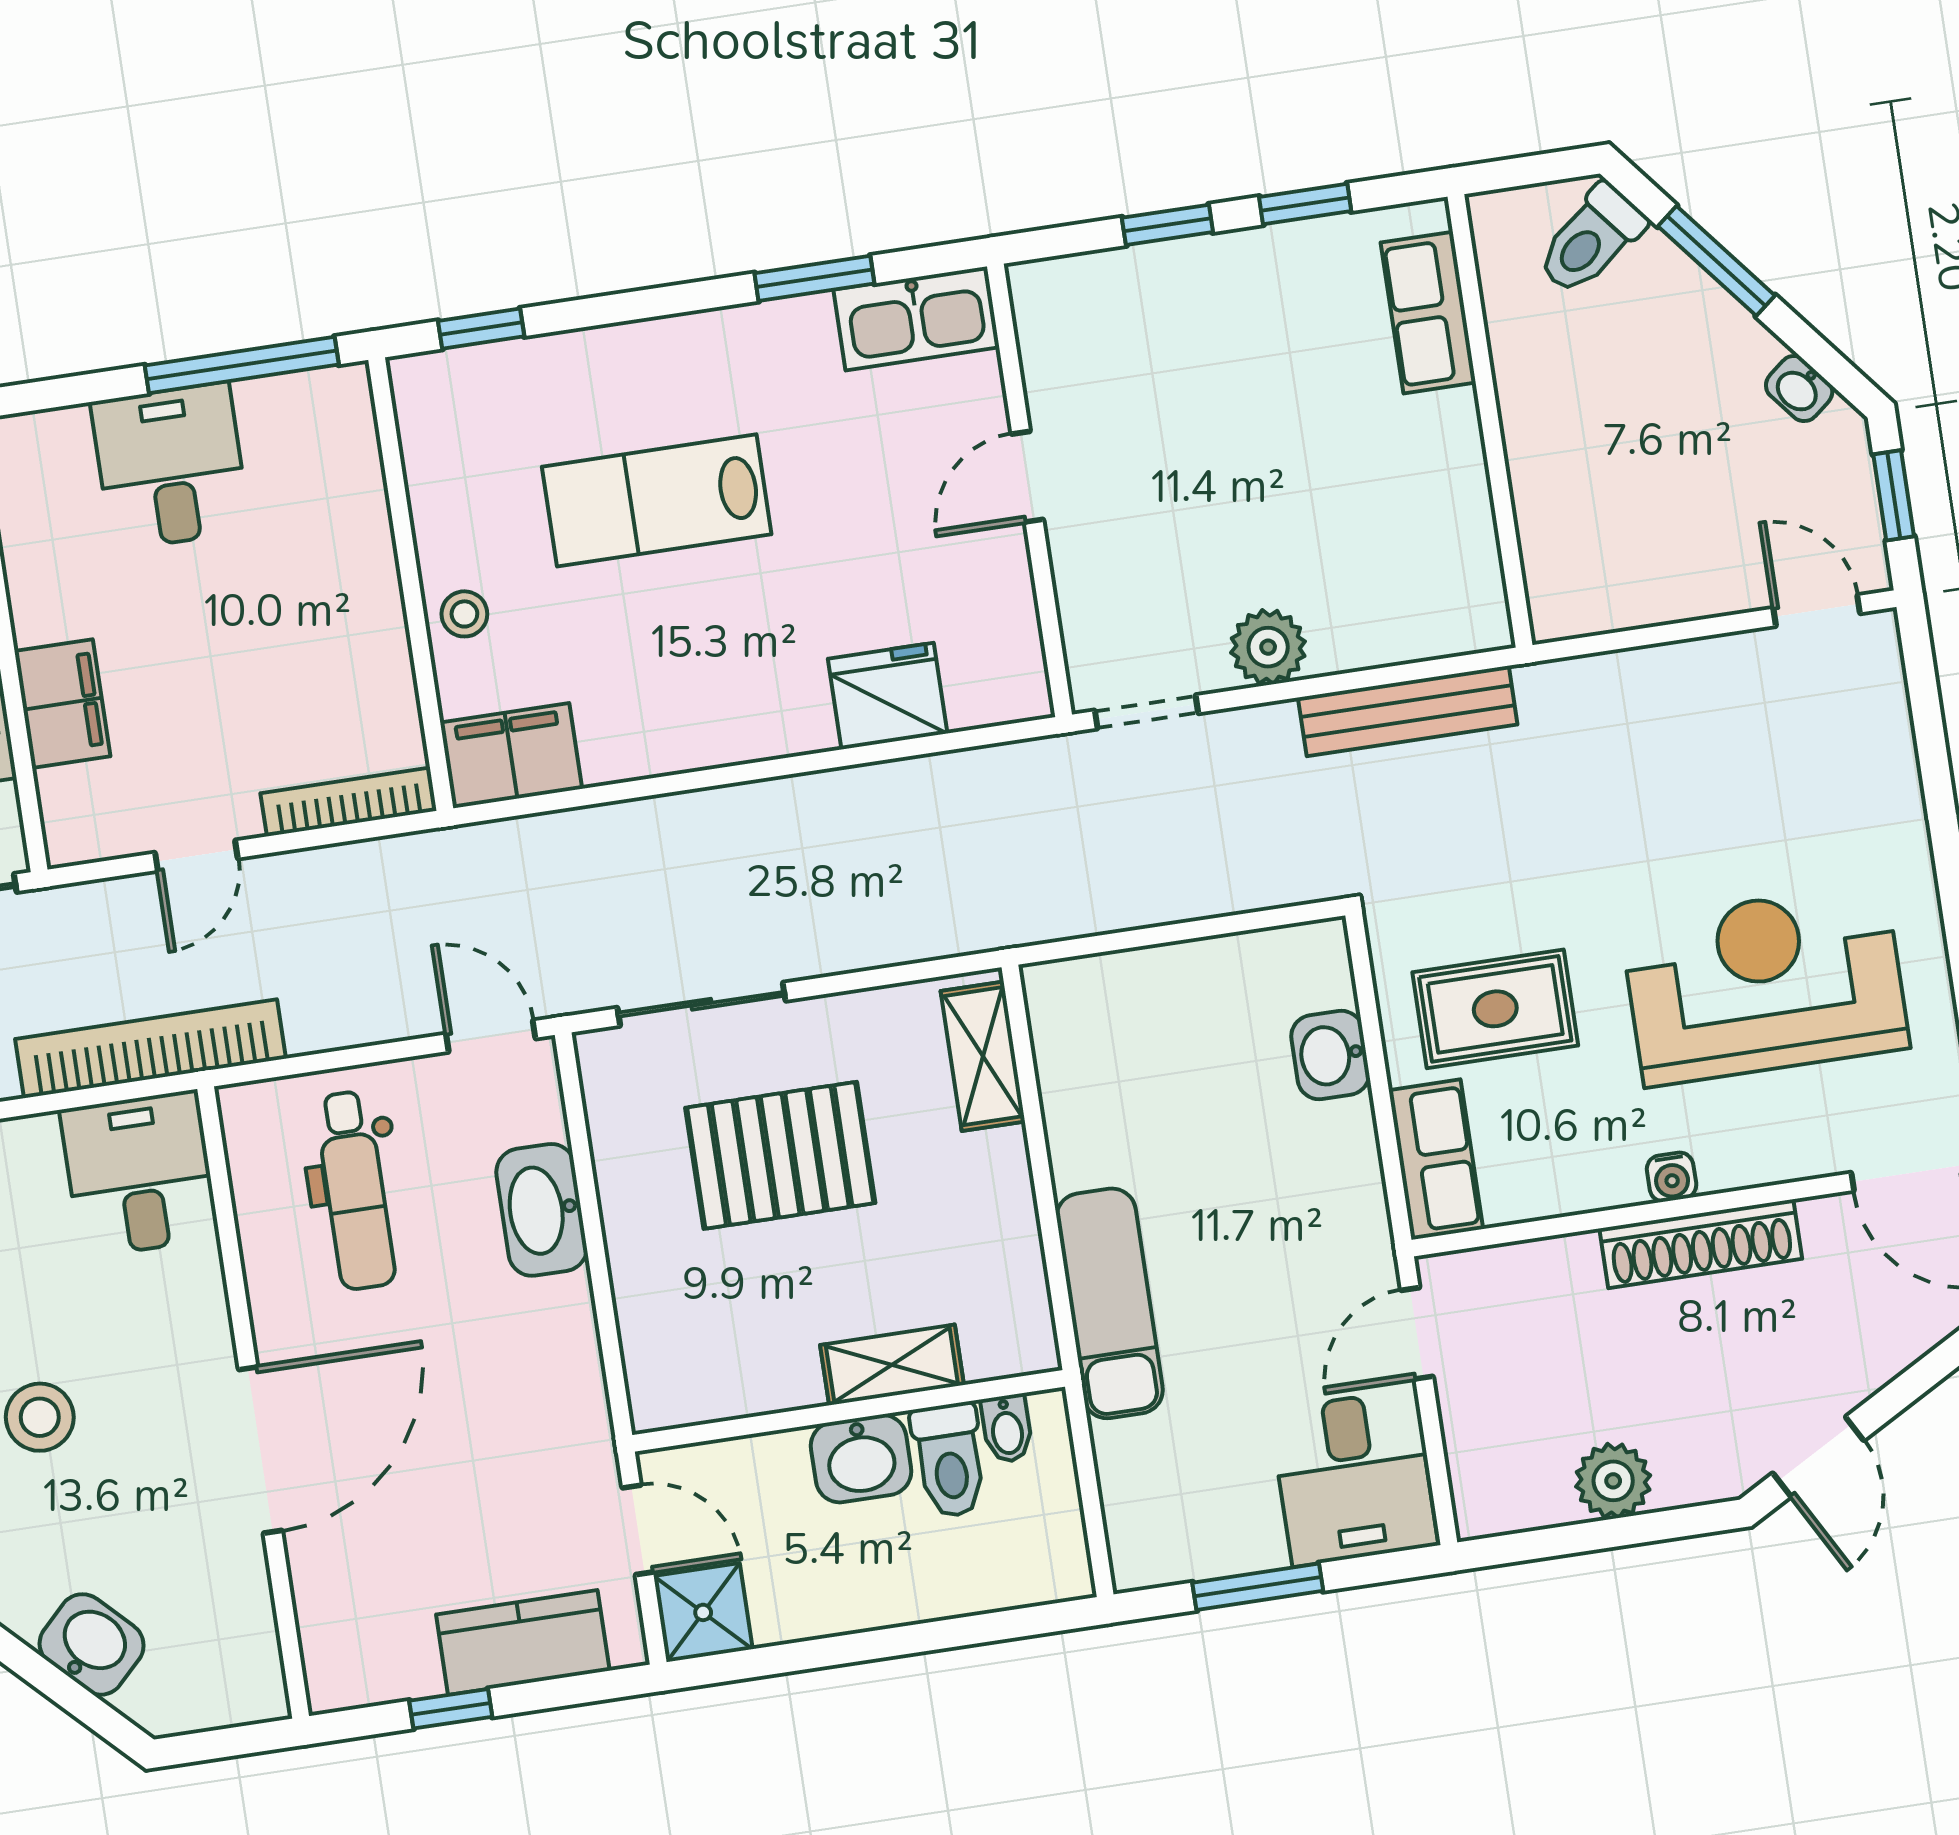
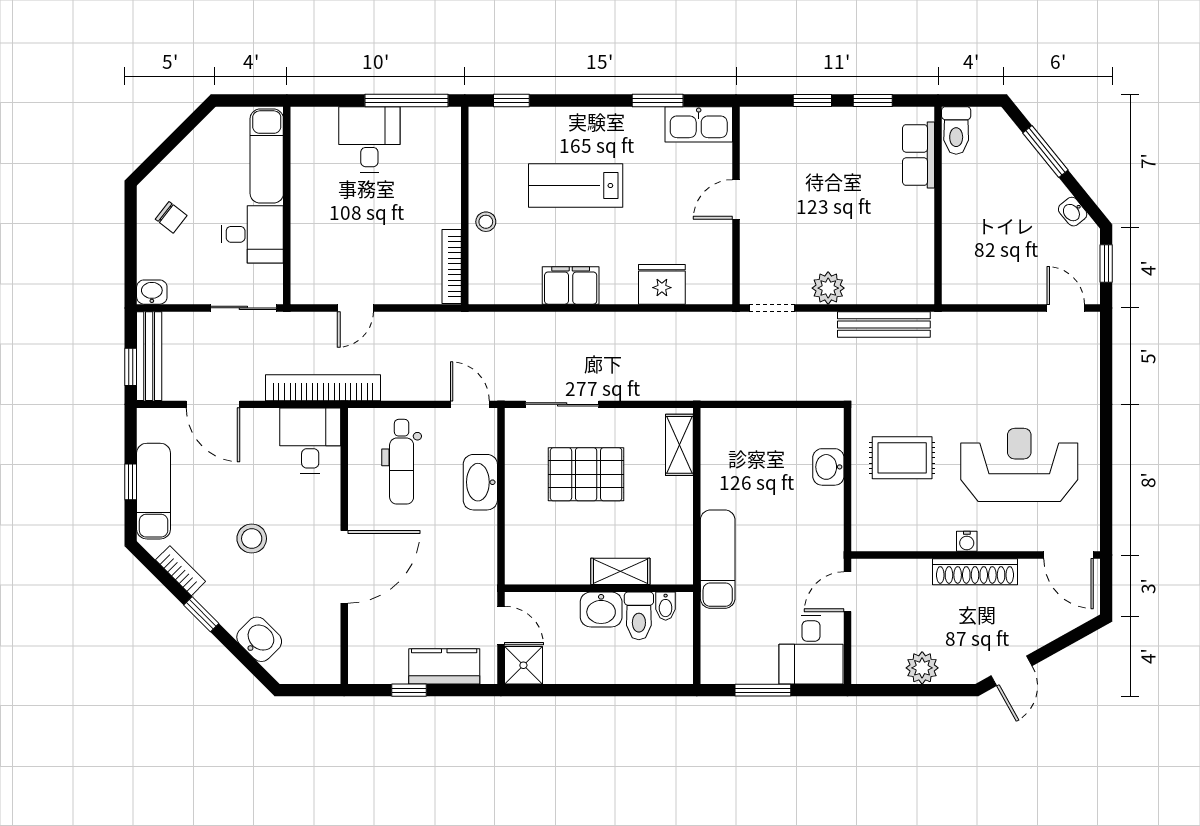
toilet: (1591, 240) -> (956, 130), moved, turned -51
filing cabinet: (62, 704) -> (308, 234), removed
filing cabinet: (511, 756) -> (571, 285), moved
bookcase: (349, 802) -> (452, 266), moved, turned -90
row of seats: (1436, 1160) -> (867, 519), removed

